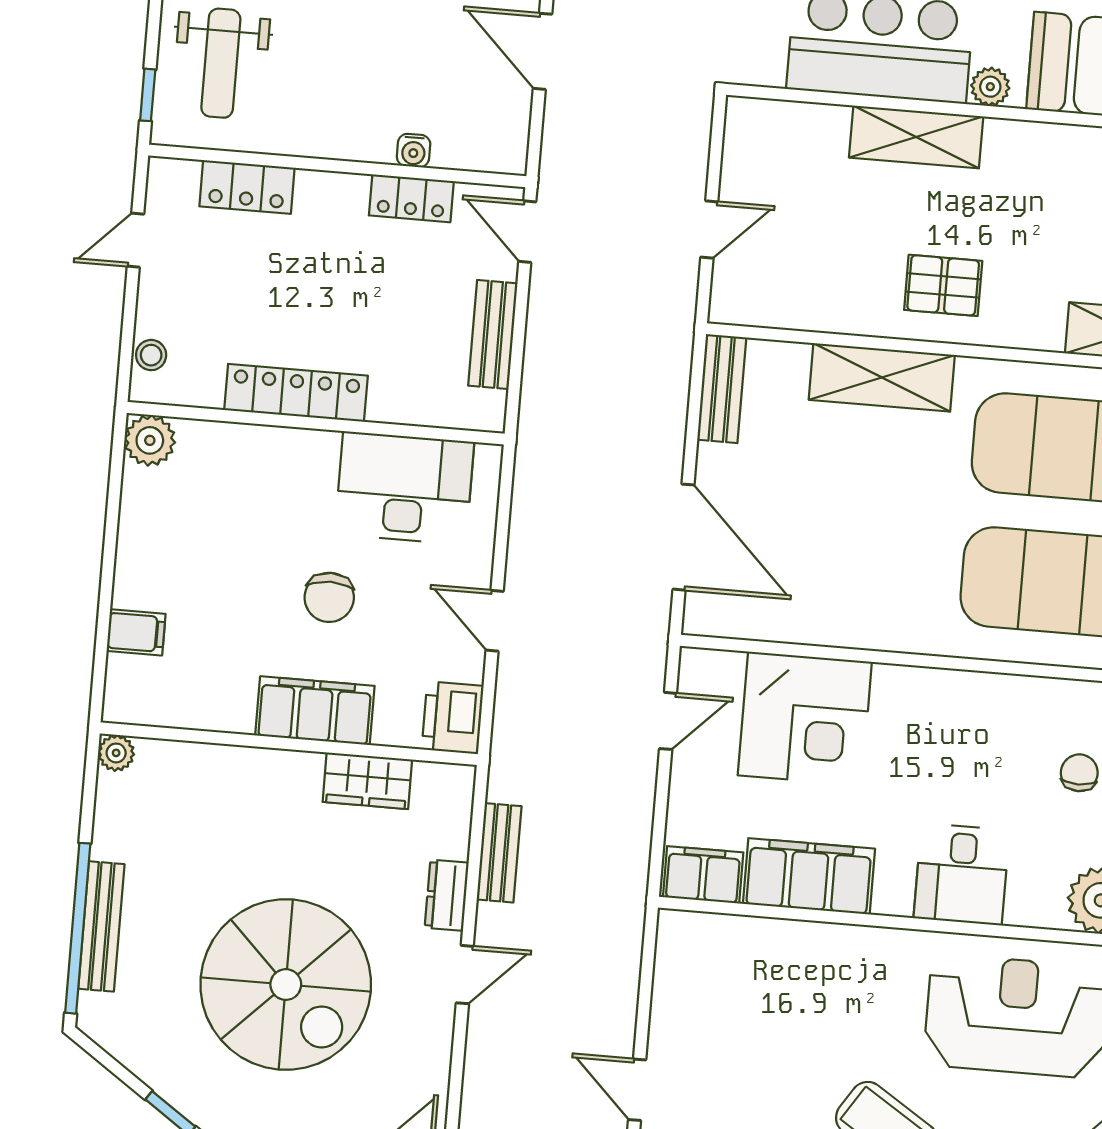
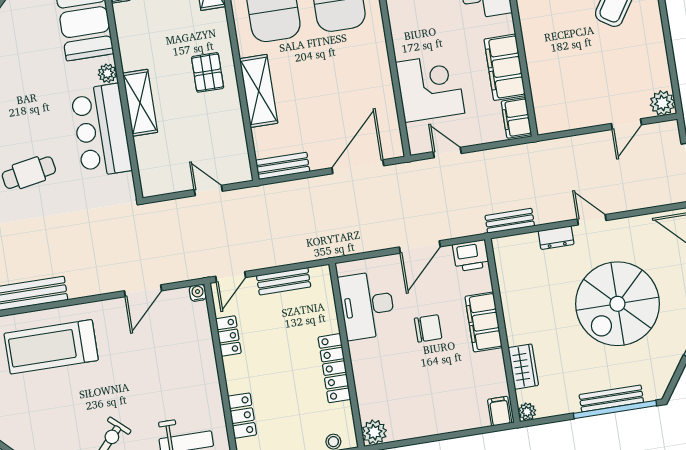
water cooler: (414, 151) -> (198, 293), moved, turned -90
door: (495, 621) -> (420, 247), width x1.38
filing cabinet: (136, 632) -> (500, 411), moved
wardrobe: (367, 781) -> (523, 367), moved
bench: (499, 853) -> (510, 221), moved
spiral stairs: (286, 985) -> (617, 304), turned 180

